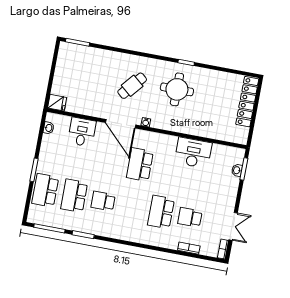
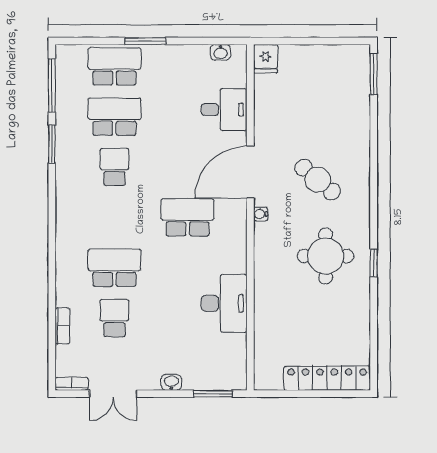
washbasin: (237, 170) -> (171, 382), moved

